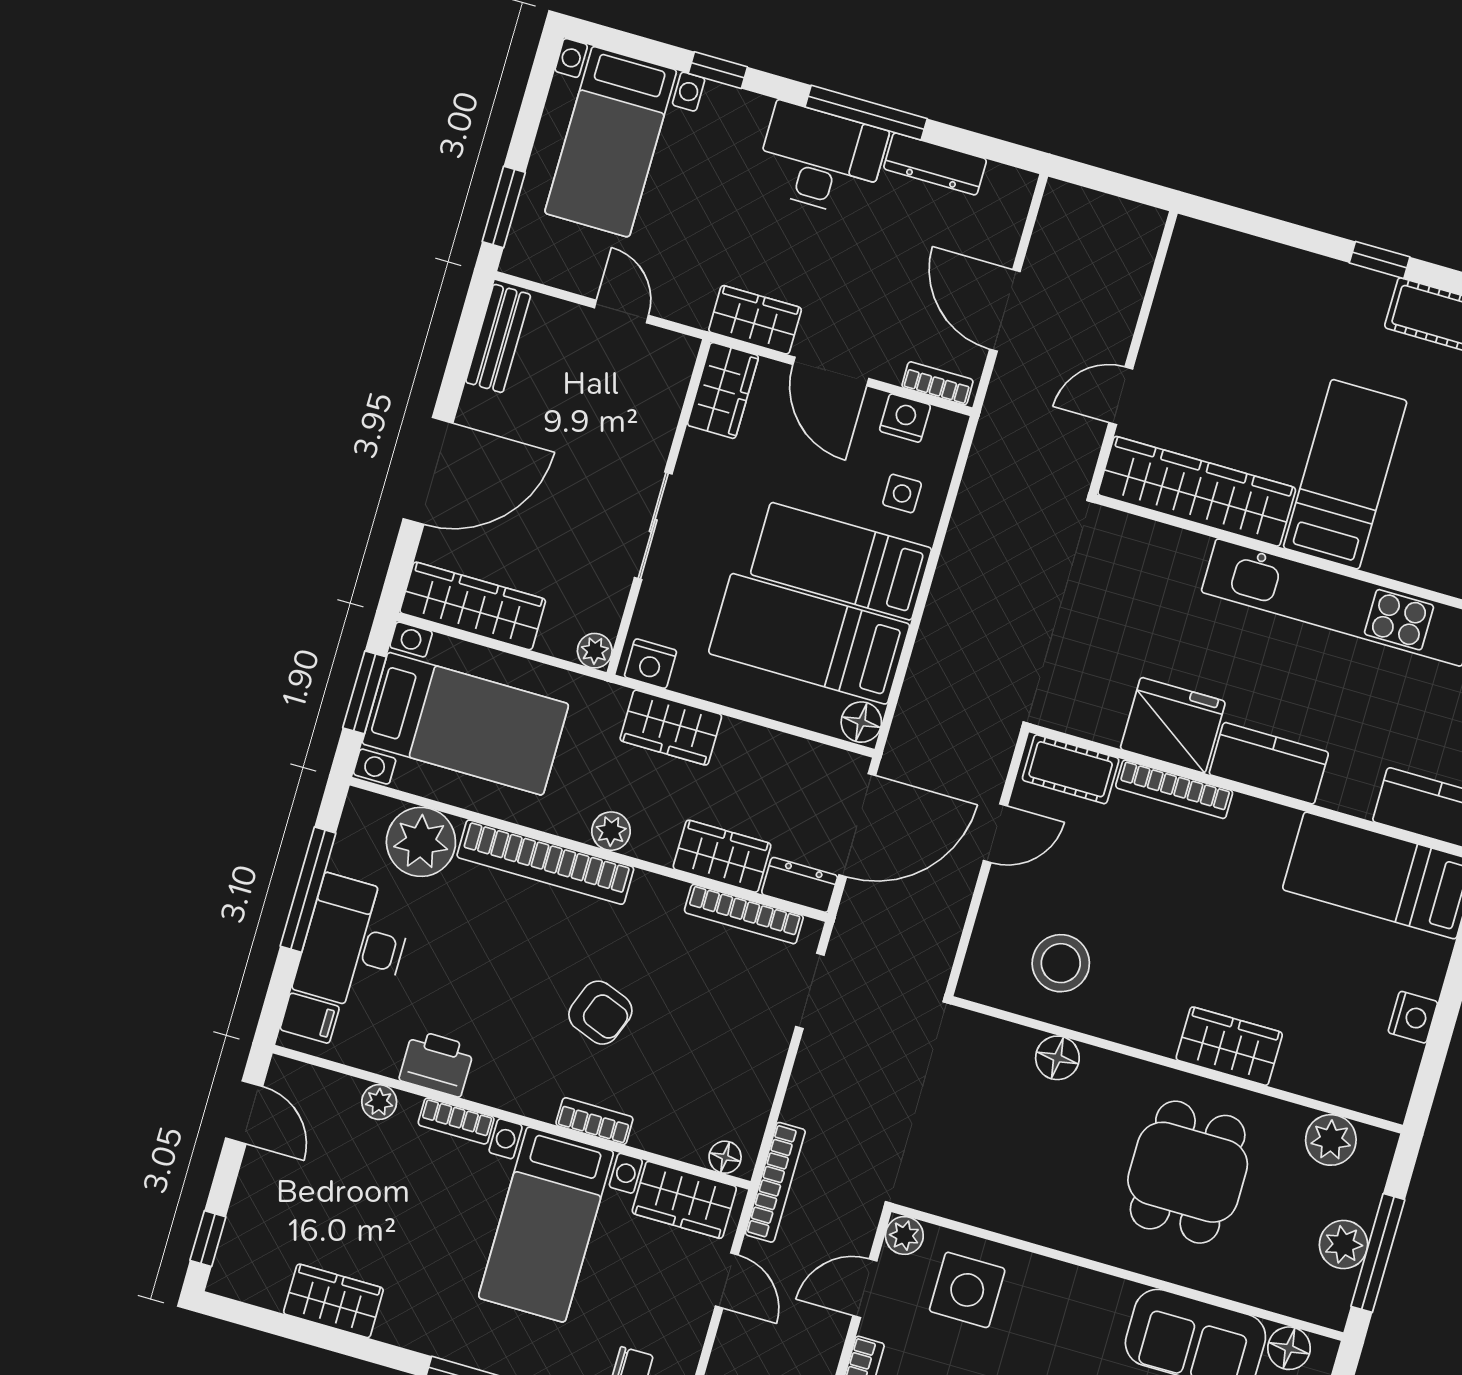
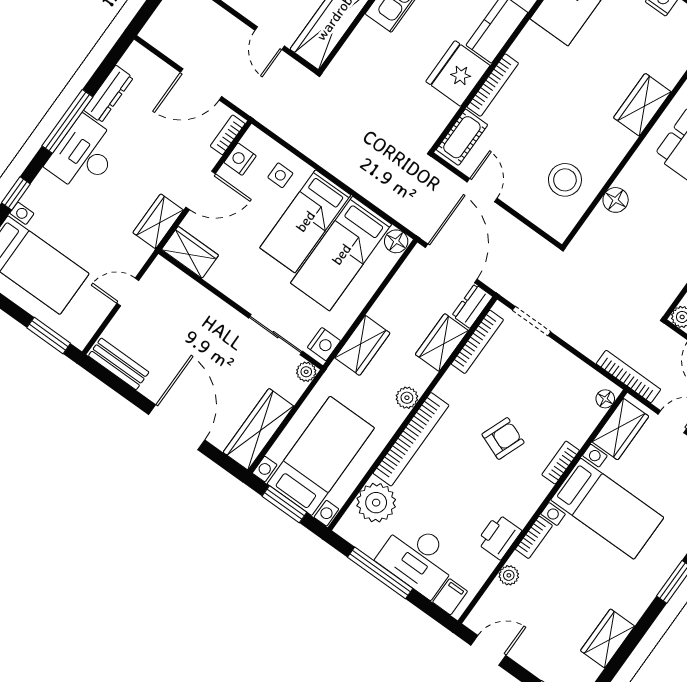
sliding door: (653, 526) -> (276, 335), moved

